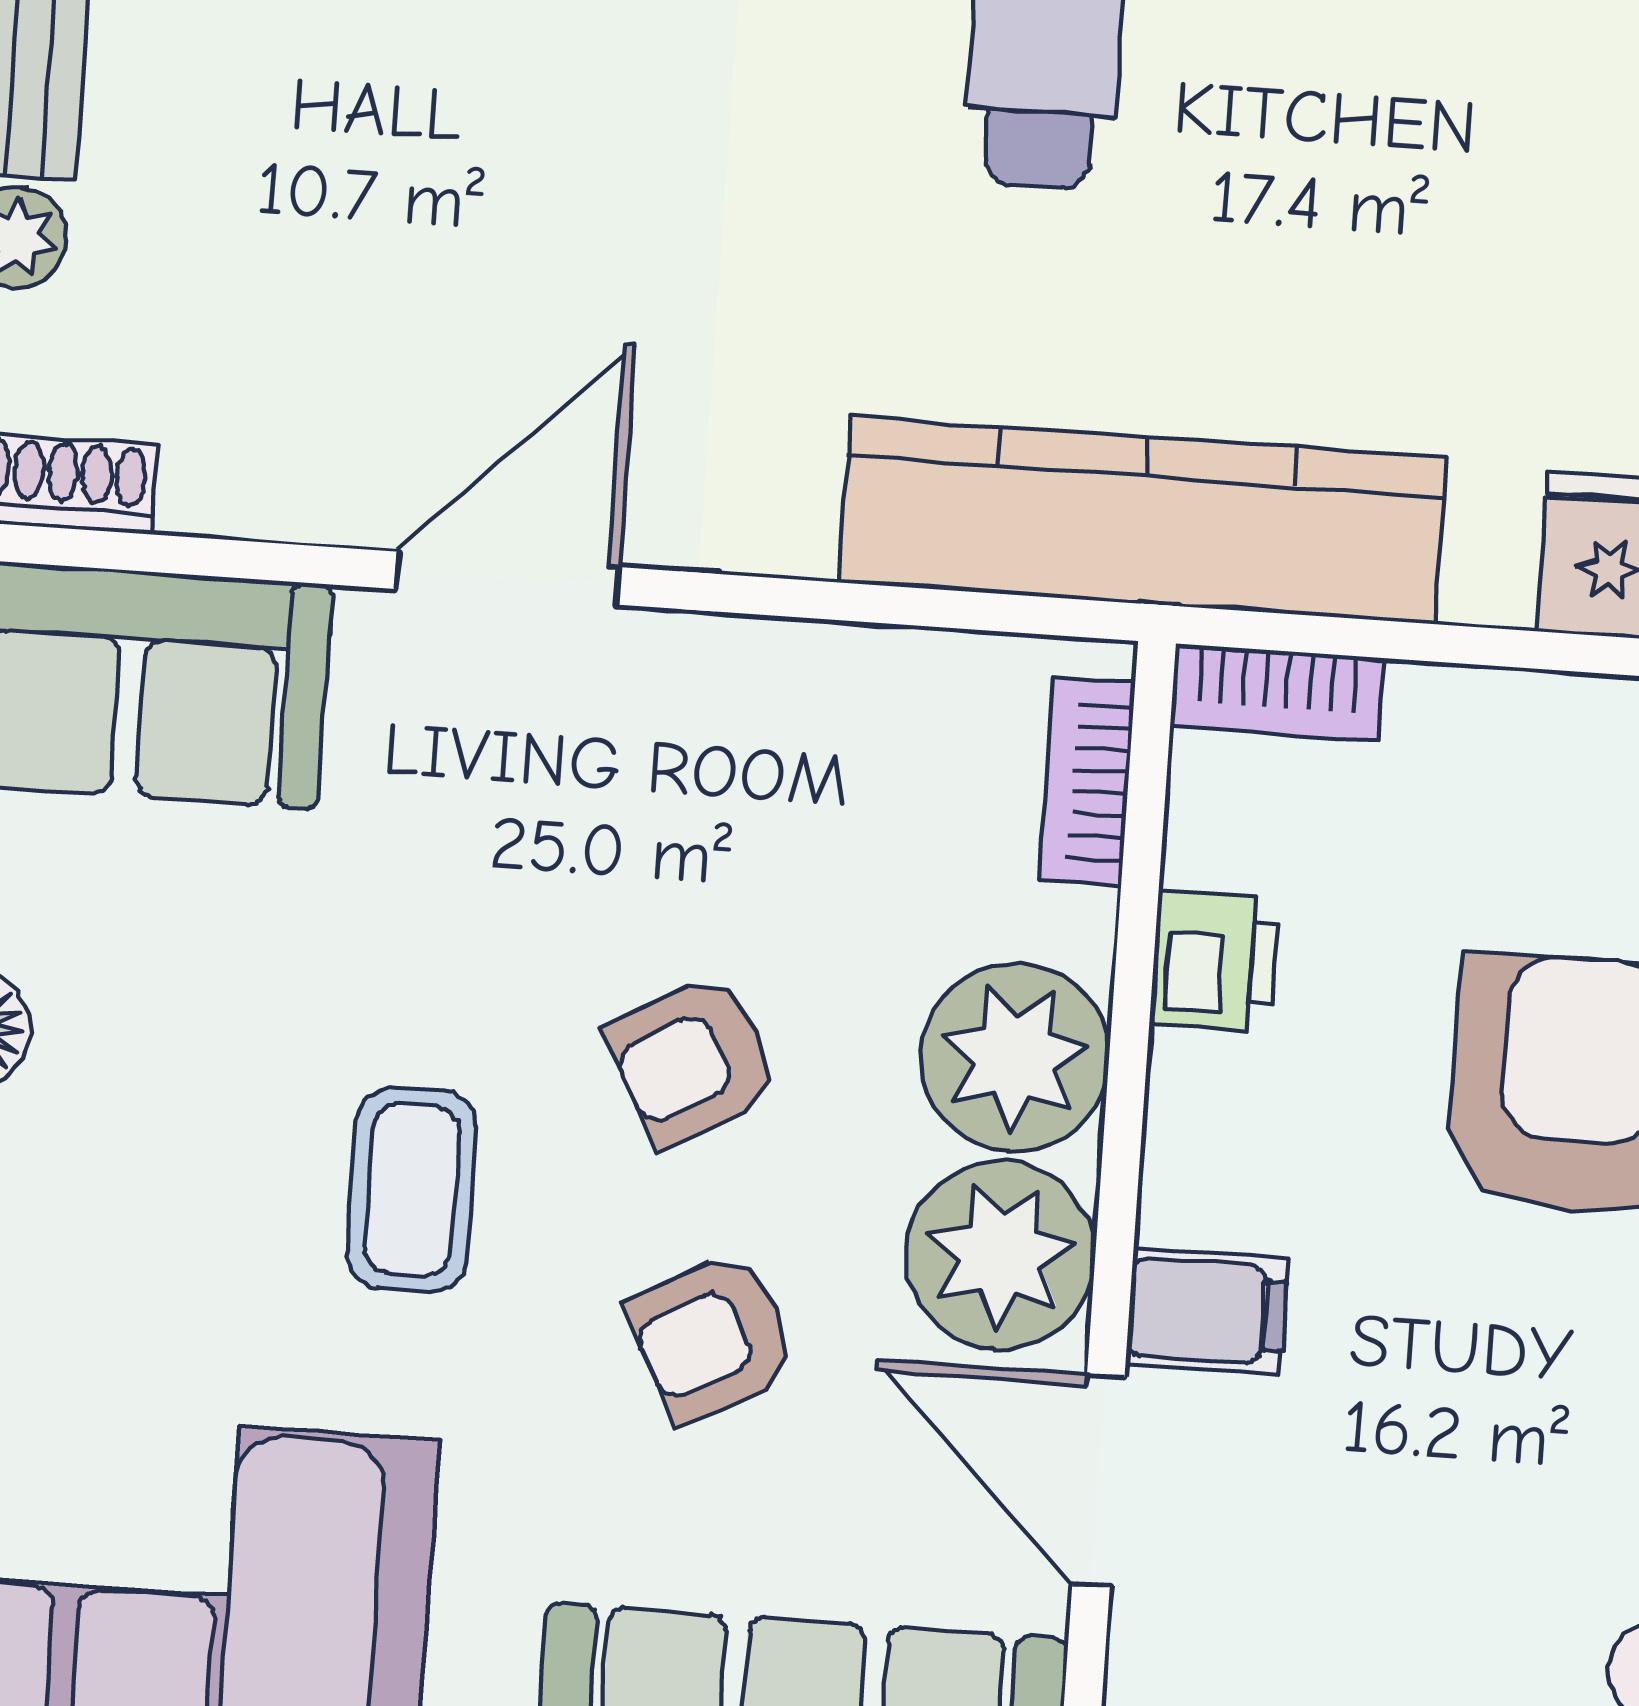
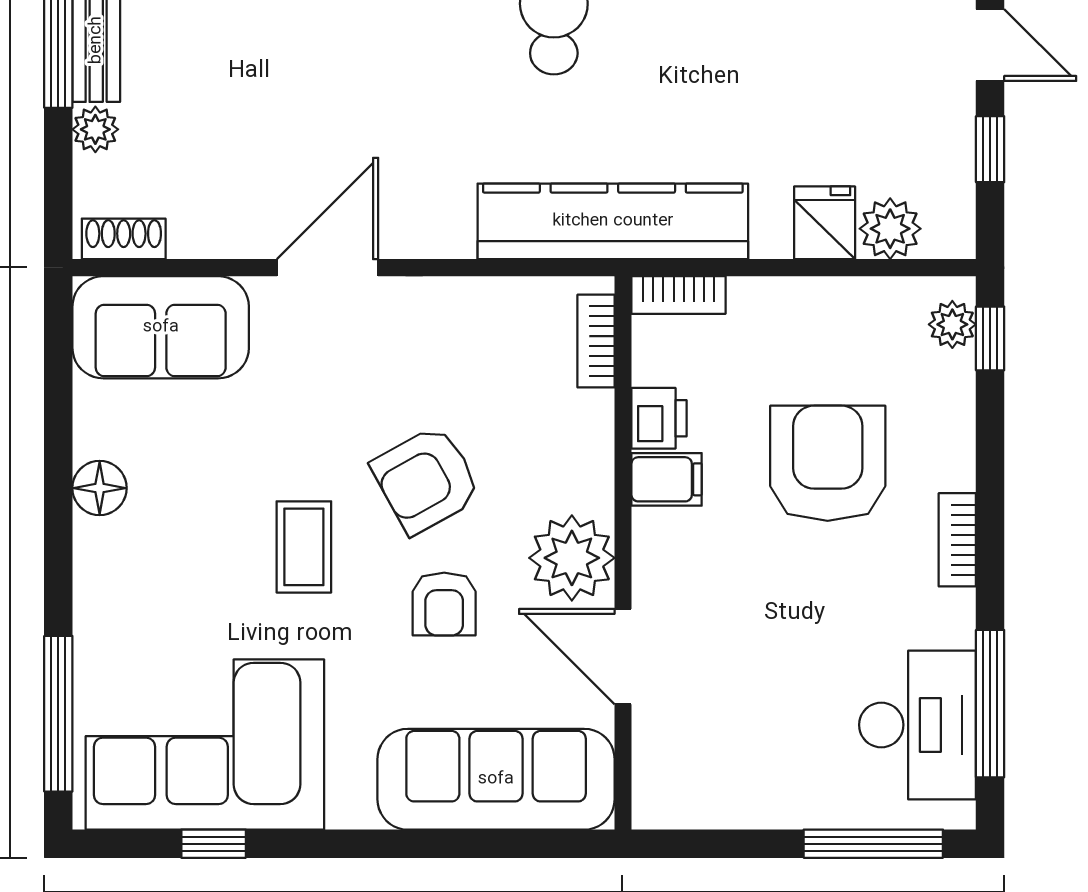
plant: (1015, 1057) -> (572, 468), removed
armchair: (692, 1061) -> (426, 480), width x1.38, depth x1.38
filing cabinet: (1207, 1311) -> (667, 479), moved
armchair: (712, 1337) -> (444, 604), turned -62

